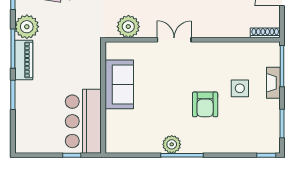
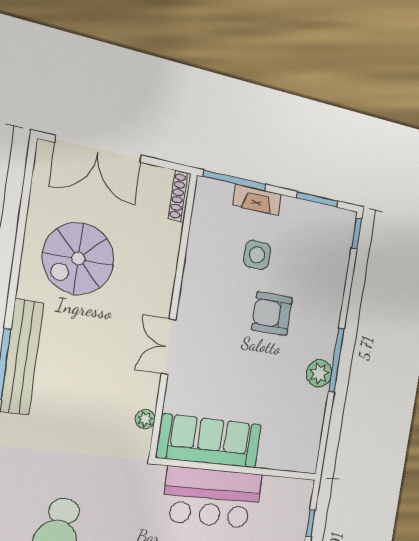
plant: (128, 27) -> (145, 419), width x0.53, depth x0.53
sofa: (119, 84) -> (210, 441), width x1.36
armchair: (205, 104) -> (272, 314), turned 180
bar counter: (83, 121) -> (212, 497), moved

